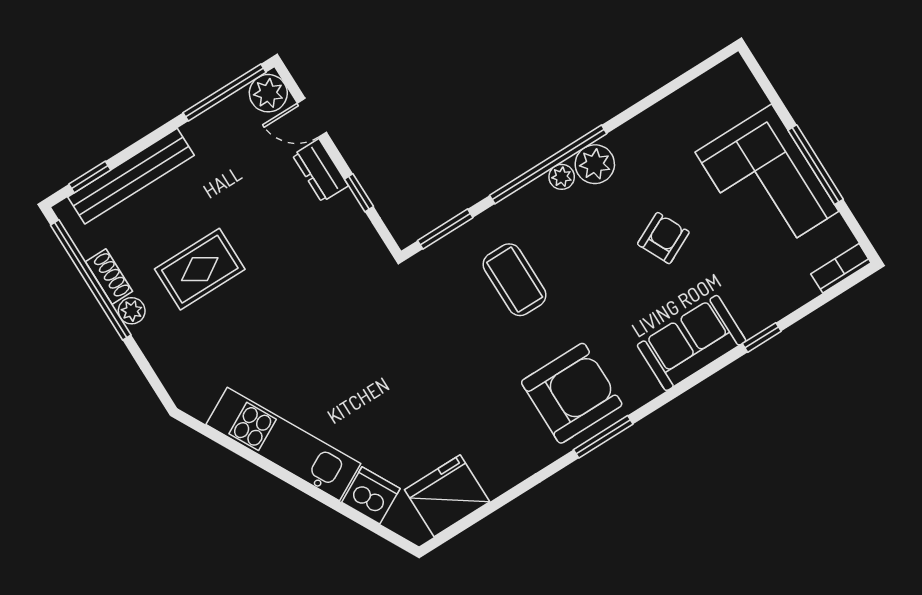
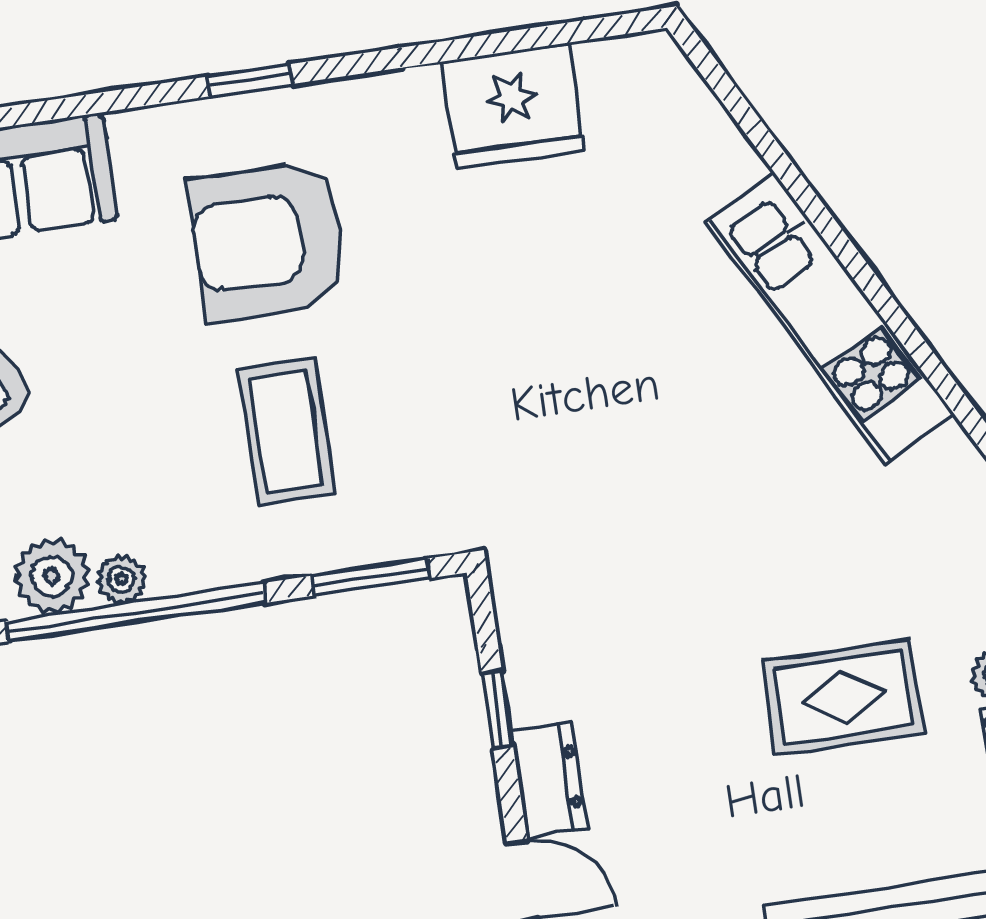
armchair: (572, 393) -> (268, 241), moved
window: (603, 437) -> (250, 80), width x0.67
dishwasher: (371, 495) -> (713, 157), removed
fridge: (447, 496) -> (513, 106), moved

